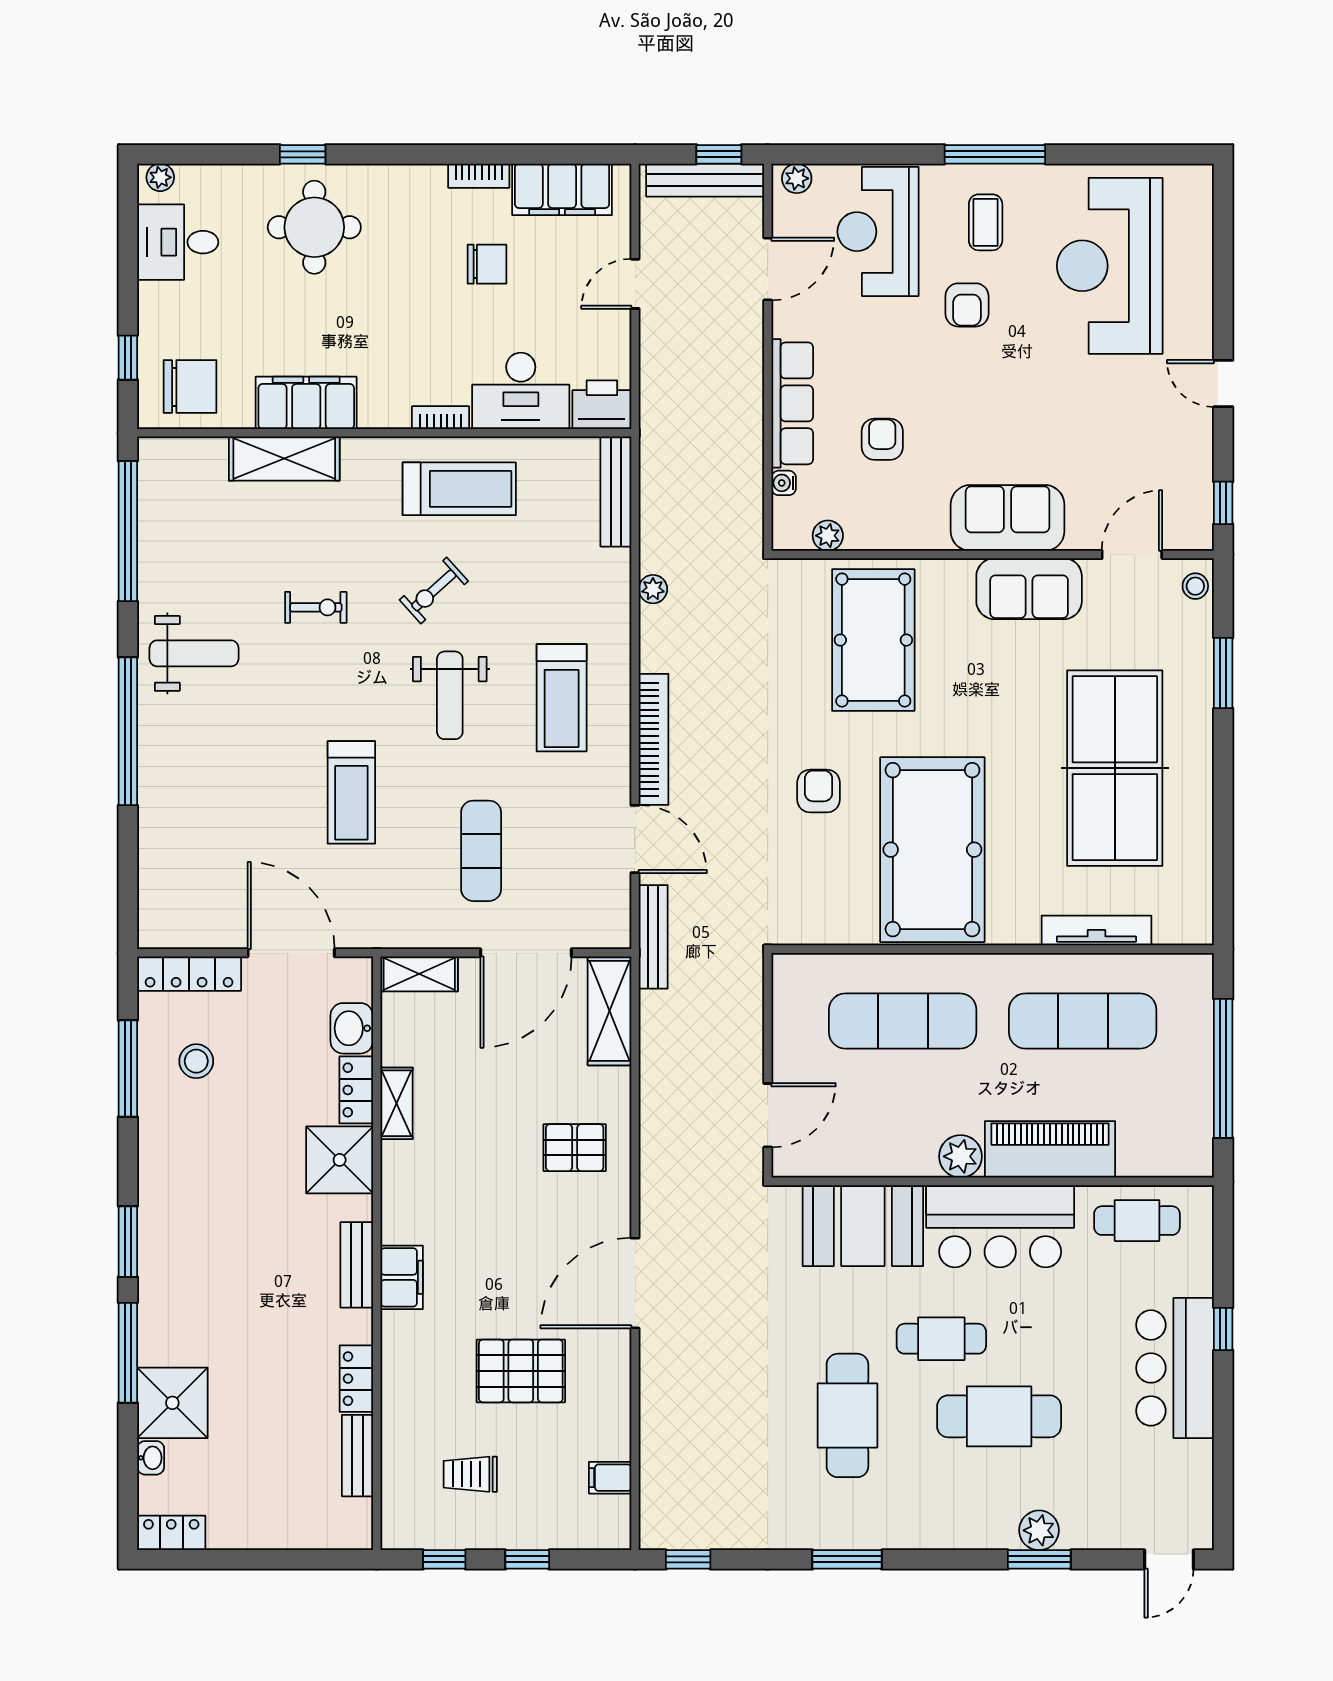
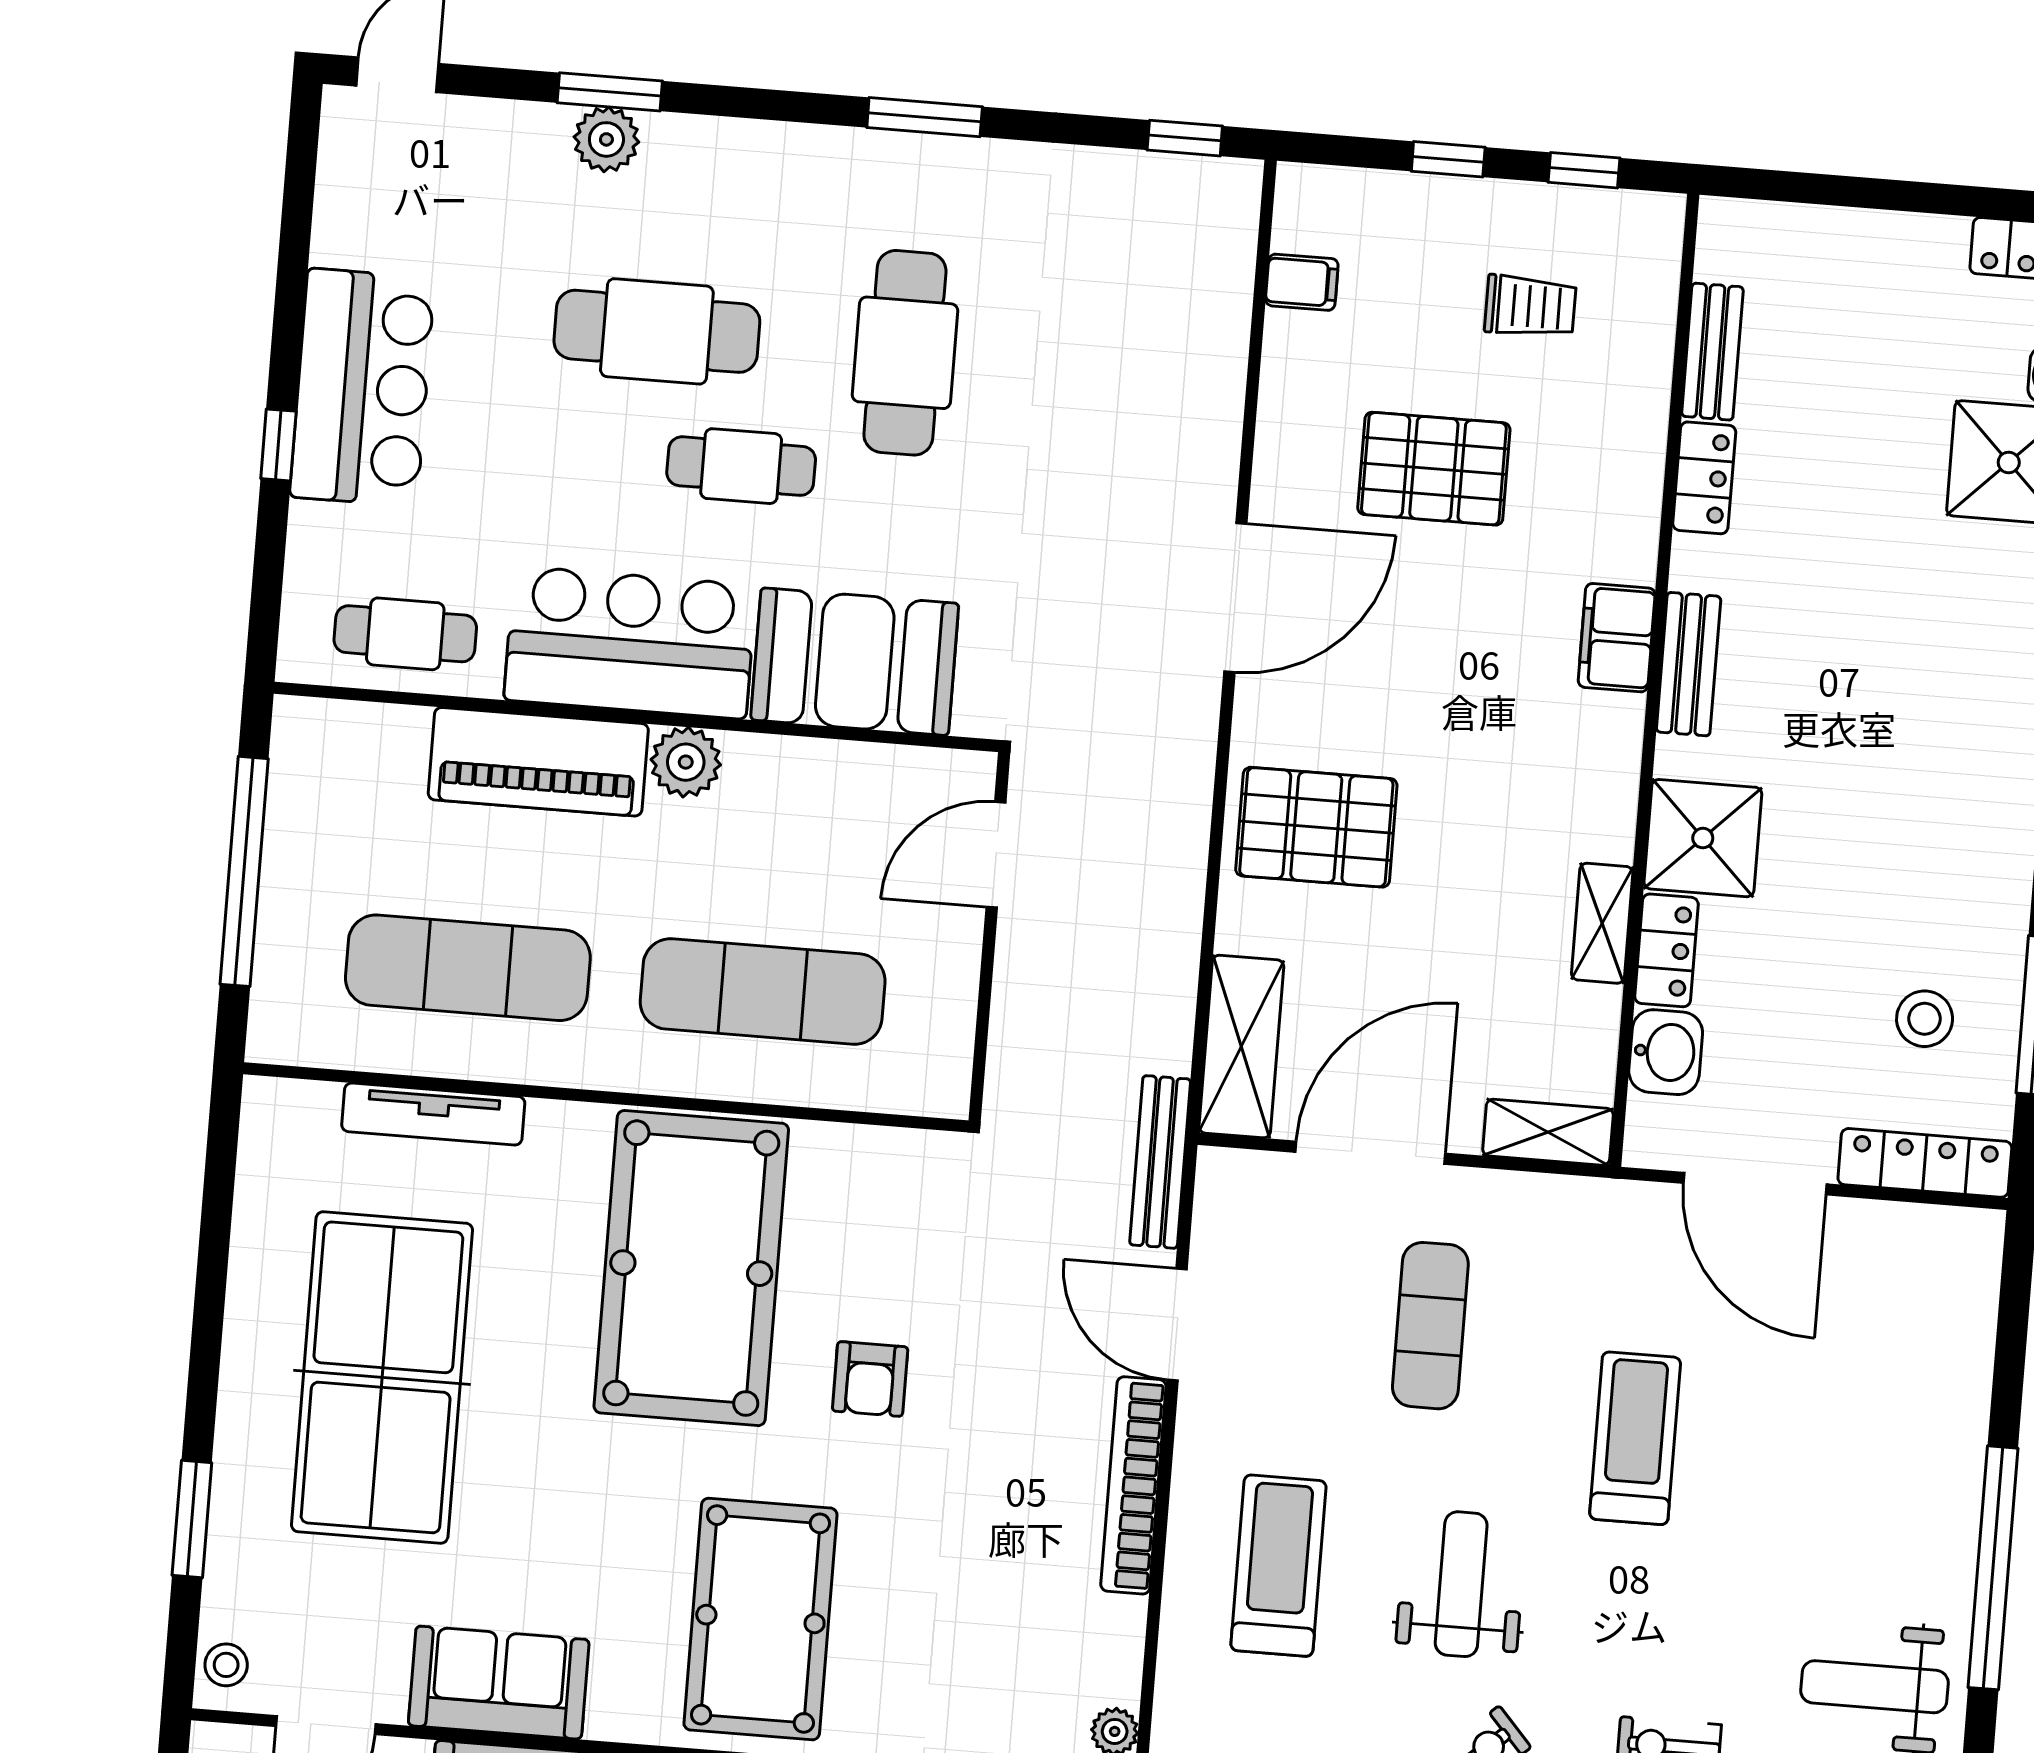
pallet: (575, 1148) -> (1316, 827), width x1.50, depth x1.42

